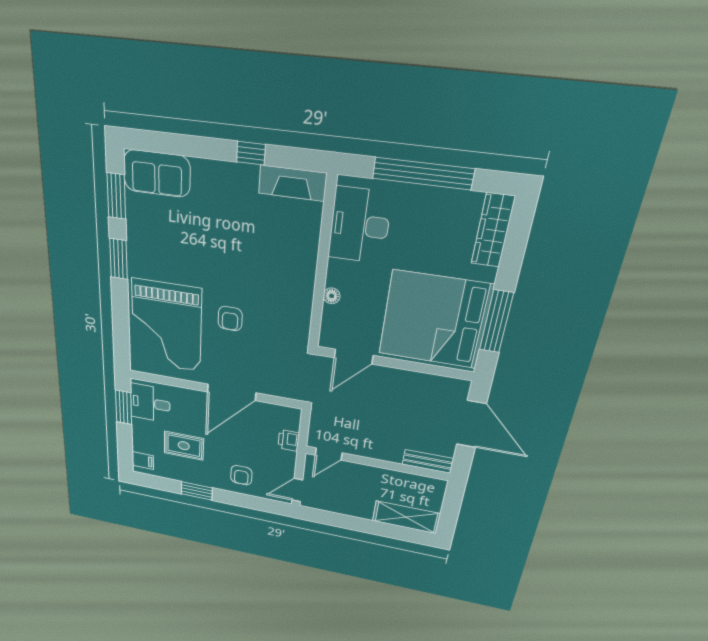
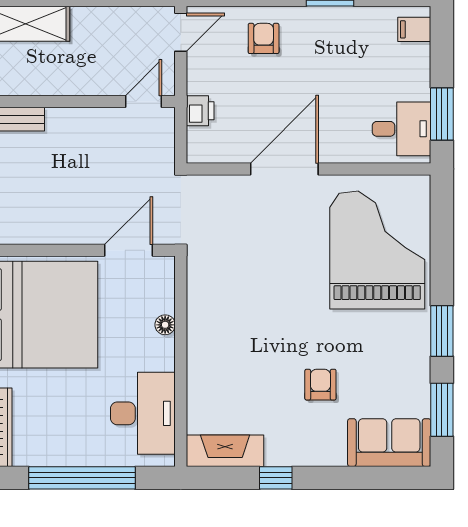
armchair: (230, 319) -> (320, 385), moved
rug: (184, 446) -> (351, 69), removed

